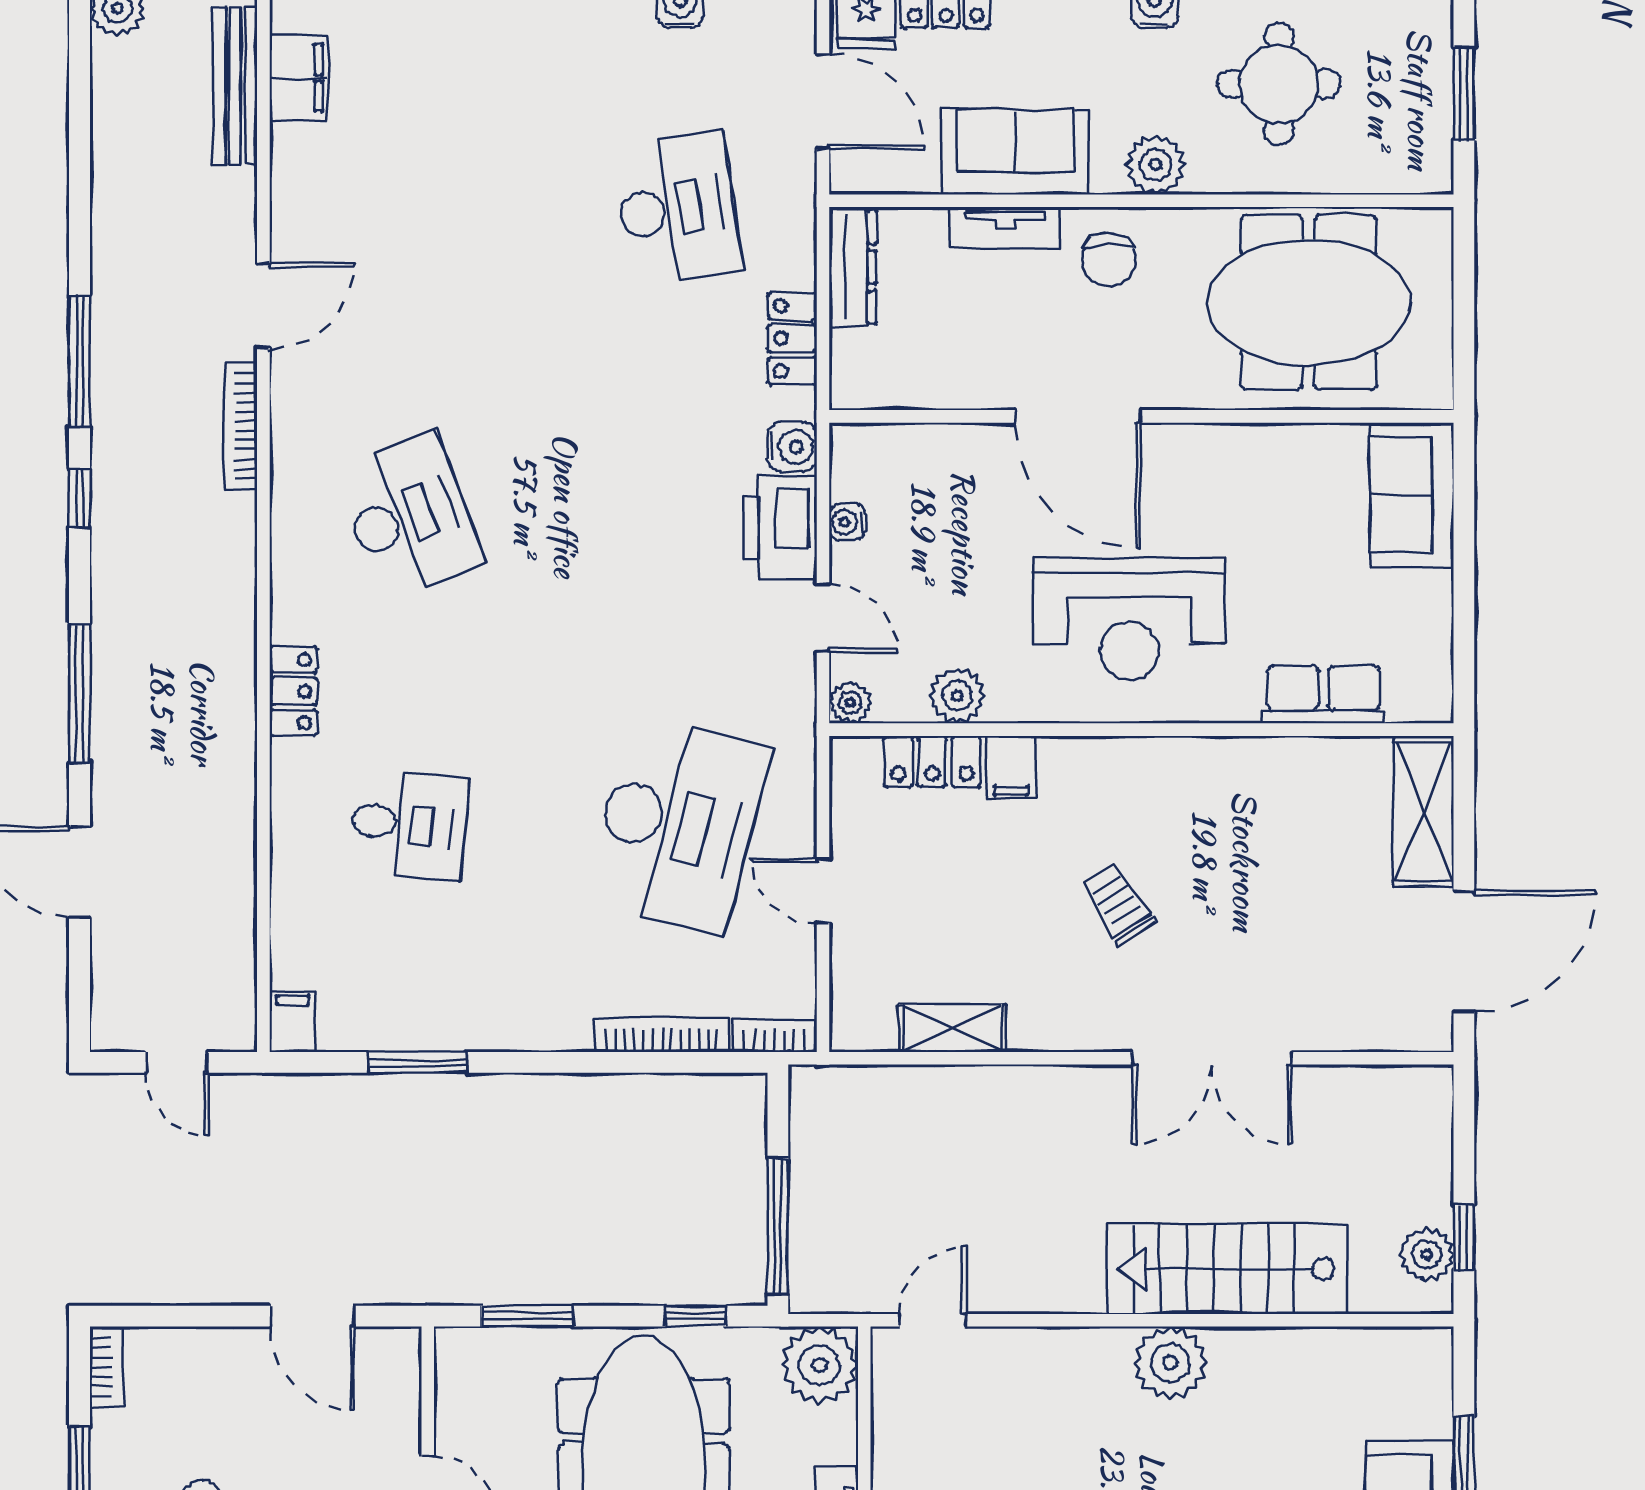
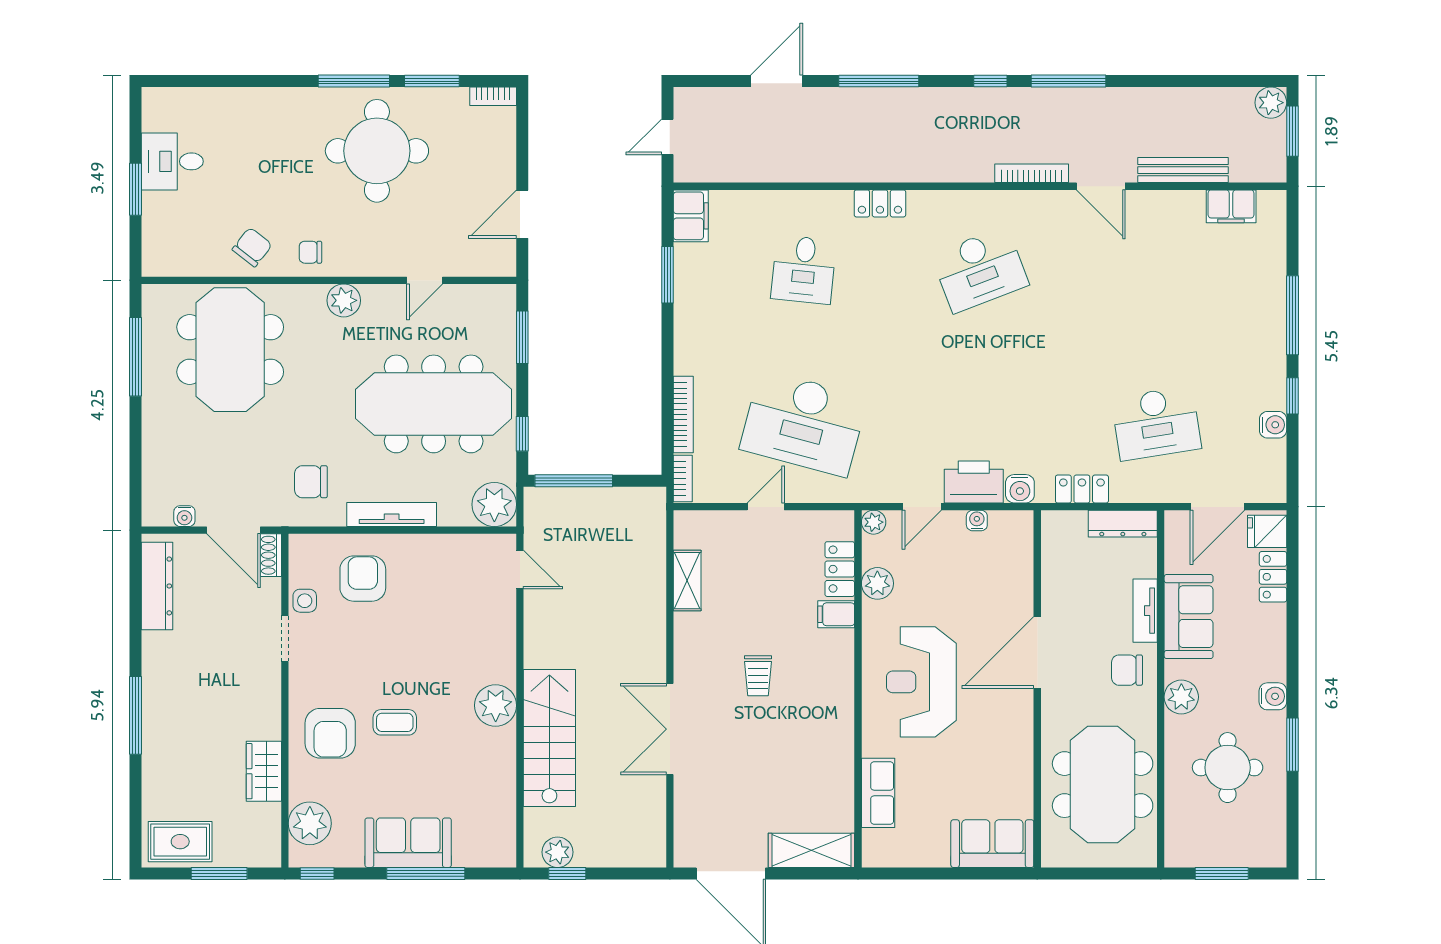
bench: (235, 86) -> (1183, 170), moved
trolley: (1119, 904) -> (758, 676), turned 122
filing cabinet: (292, 1022) -> (691, 216), width x2.00

